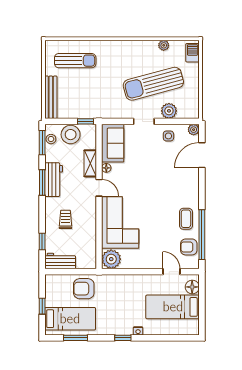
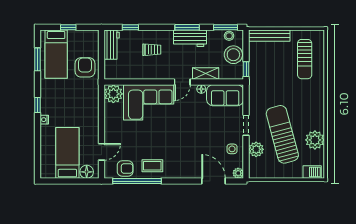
plant: (164, 45) -> (315, 140), width x1.87, depth x1.87
armchair: (189, 247) -> (125, 168), turned 90

